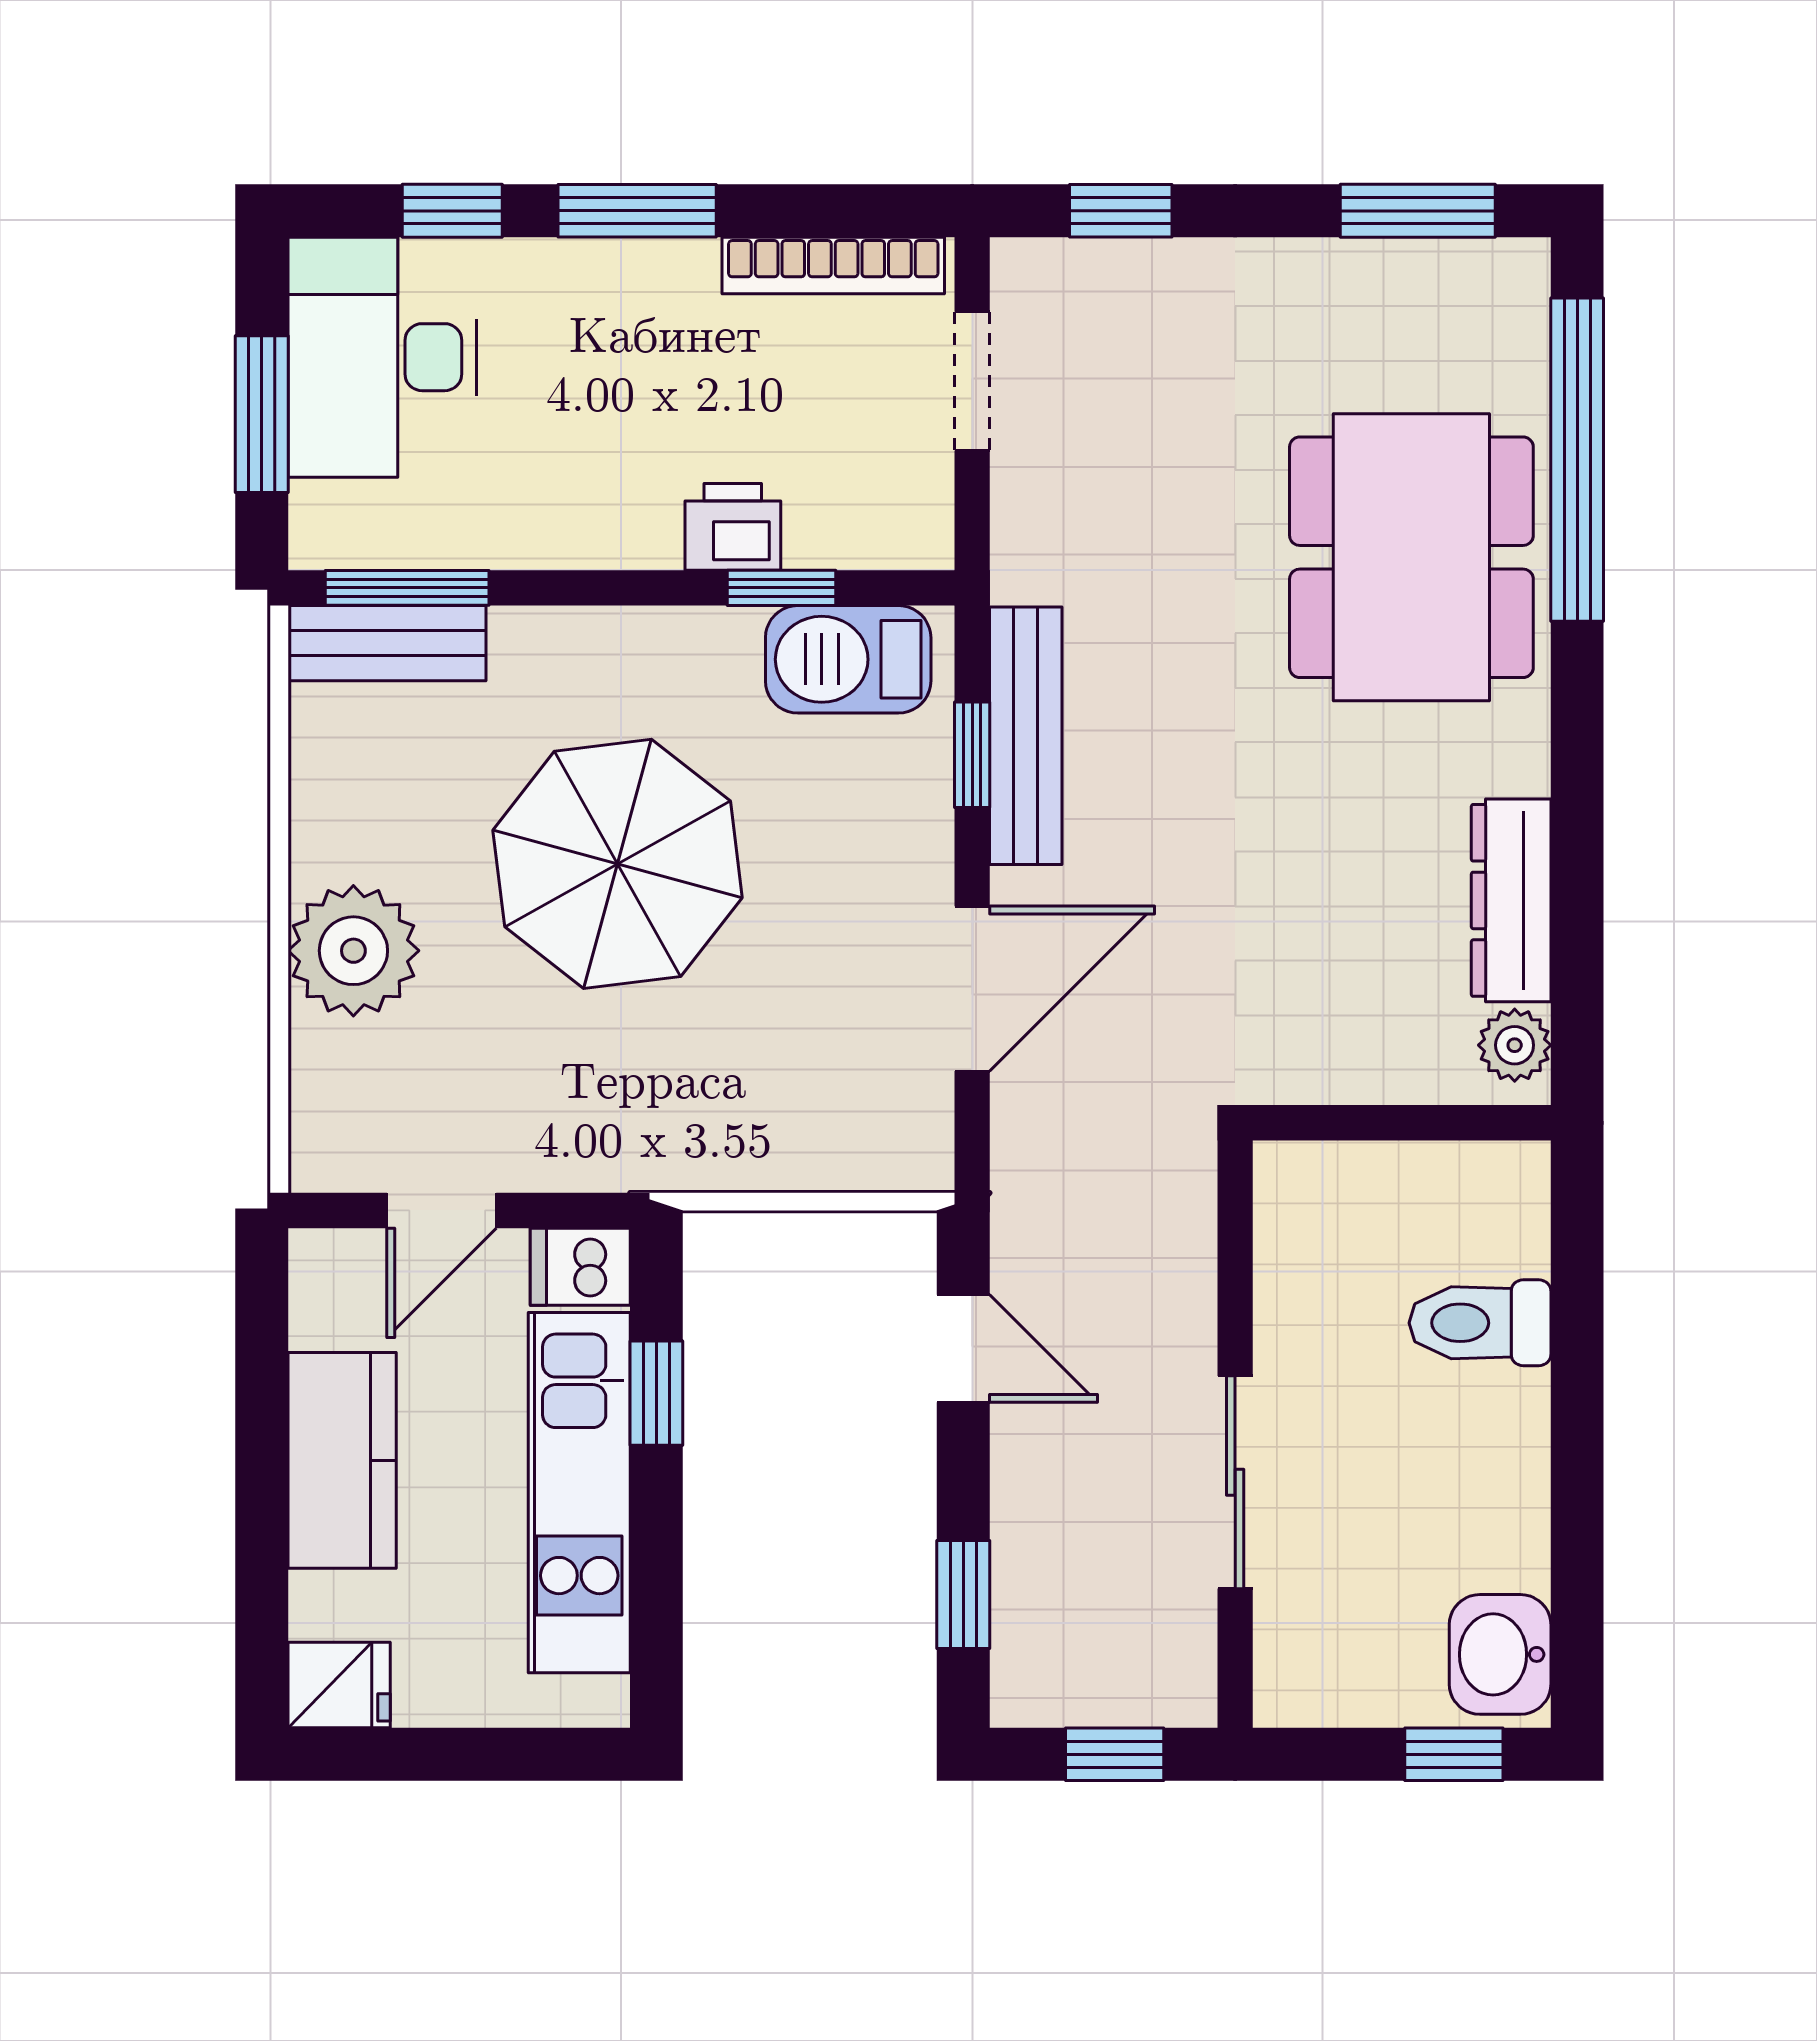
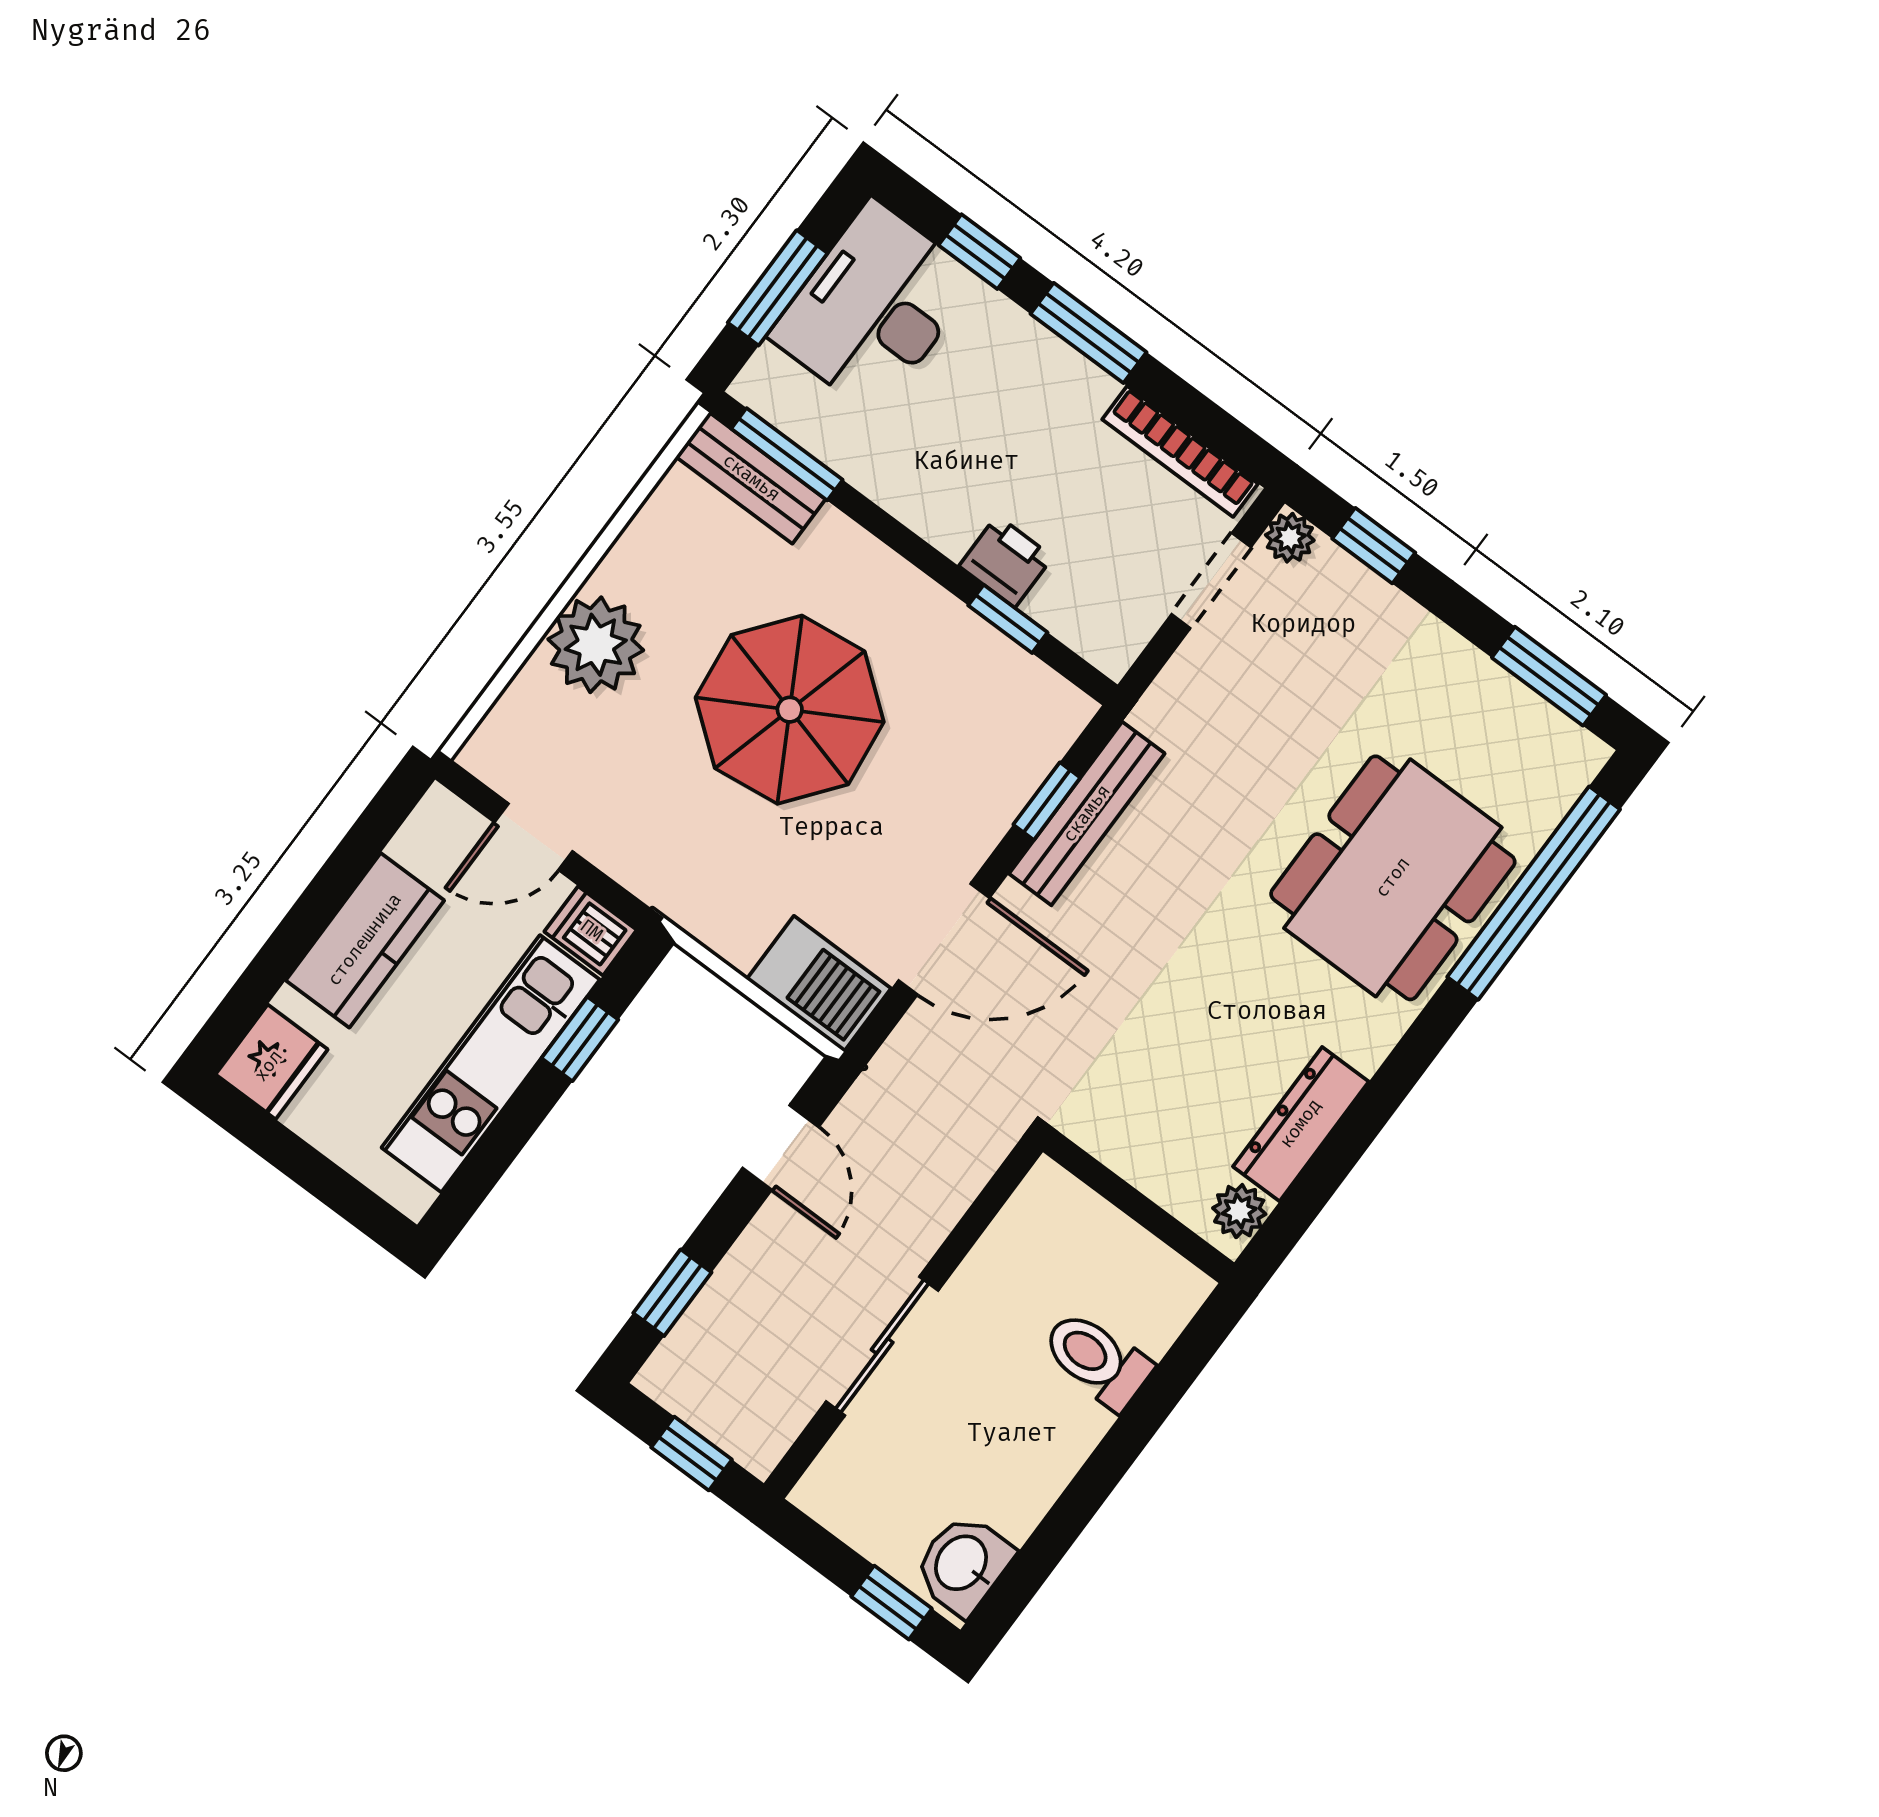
plant: (1023, 270) -> (1290, 538), added
barbecue: (848, 659) -> (819, 984), moved, turned 180
fridge: (339, 1685) -> (272, 1062), width x1.38

